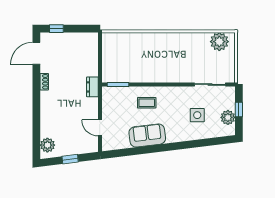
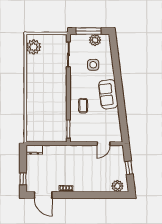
dresser: (92, 87) -> (34, 150), moved
window: (239, 109) -> (89, 31), width x2.17
sofa: (147, 135) -> (108, 94), moved

